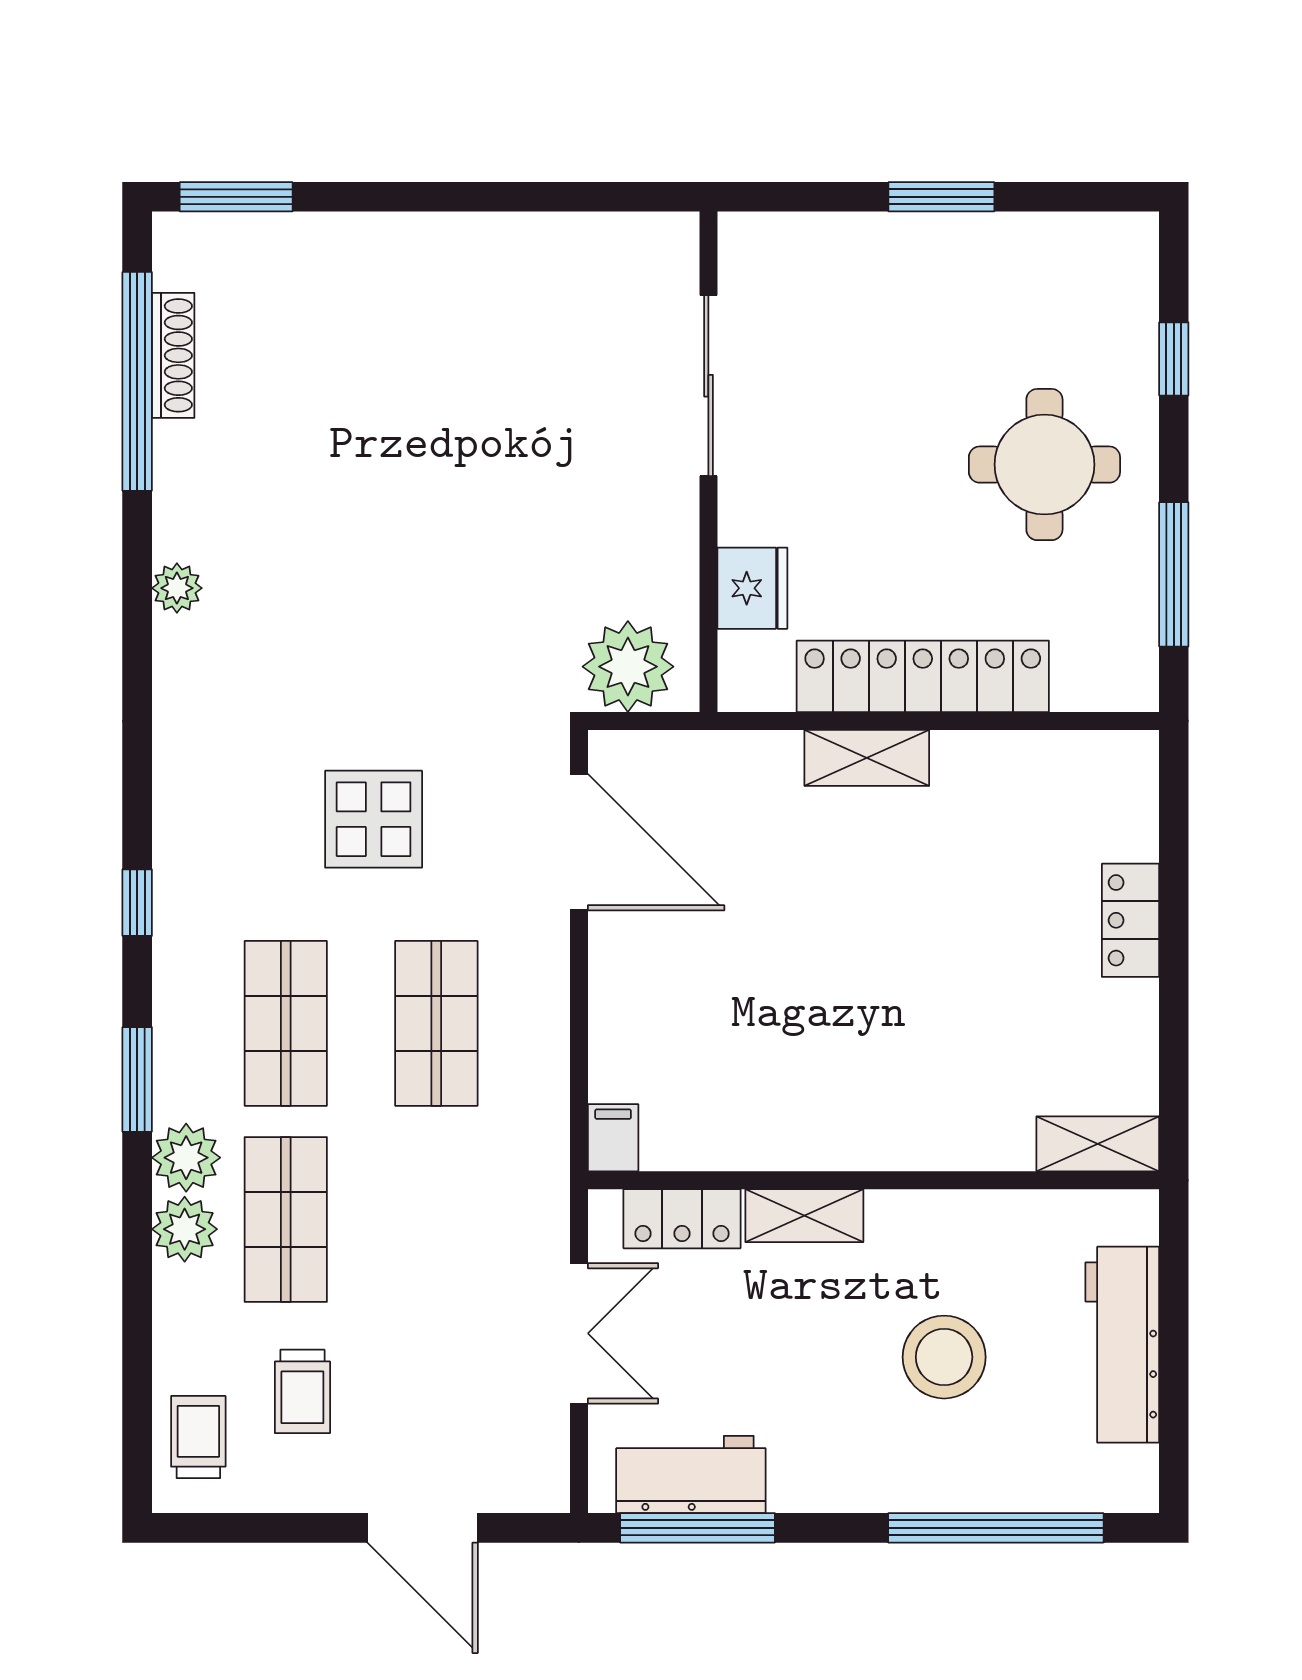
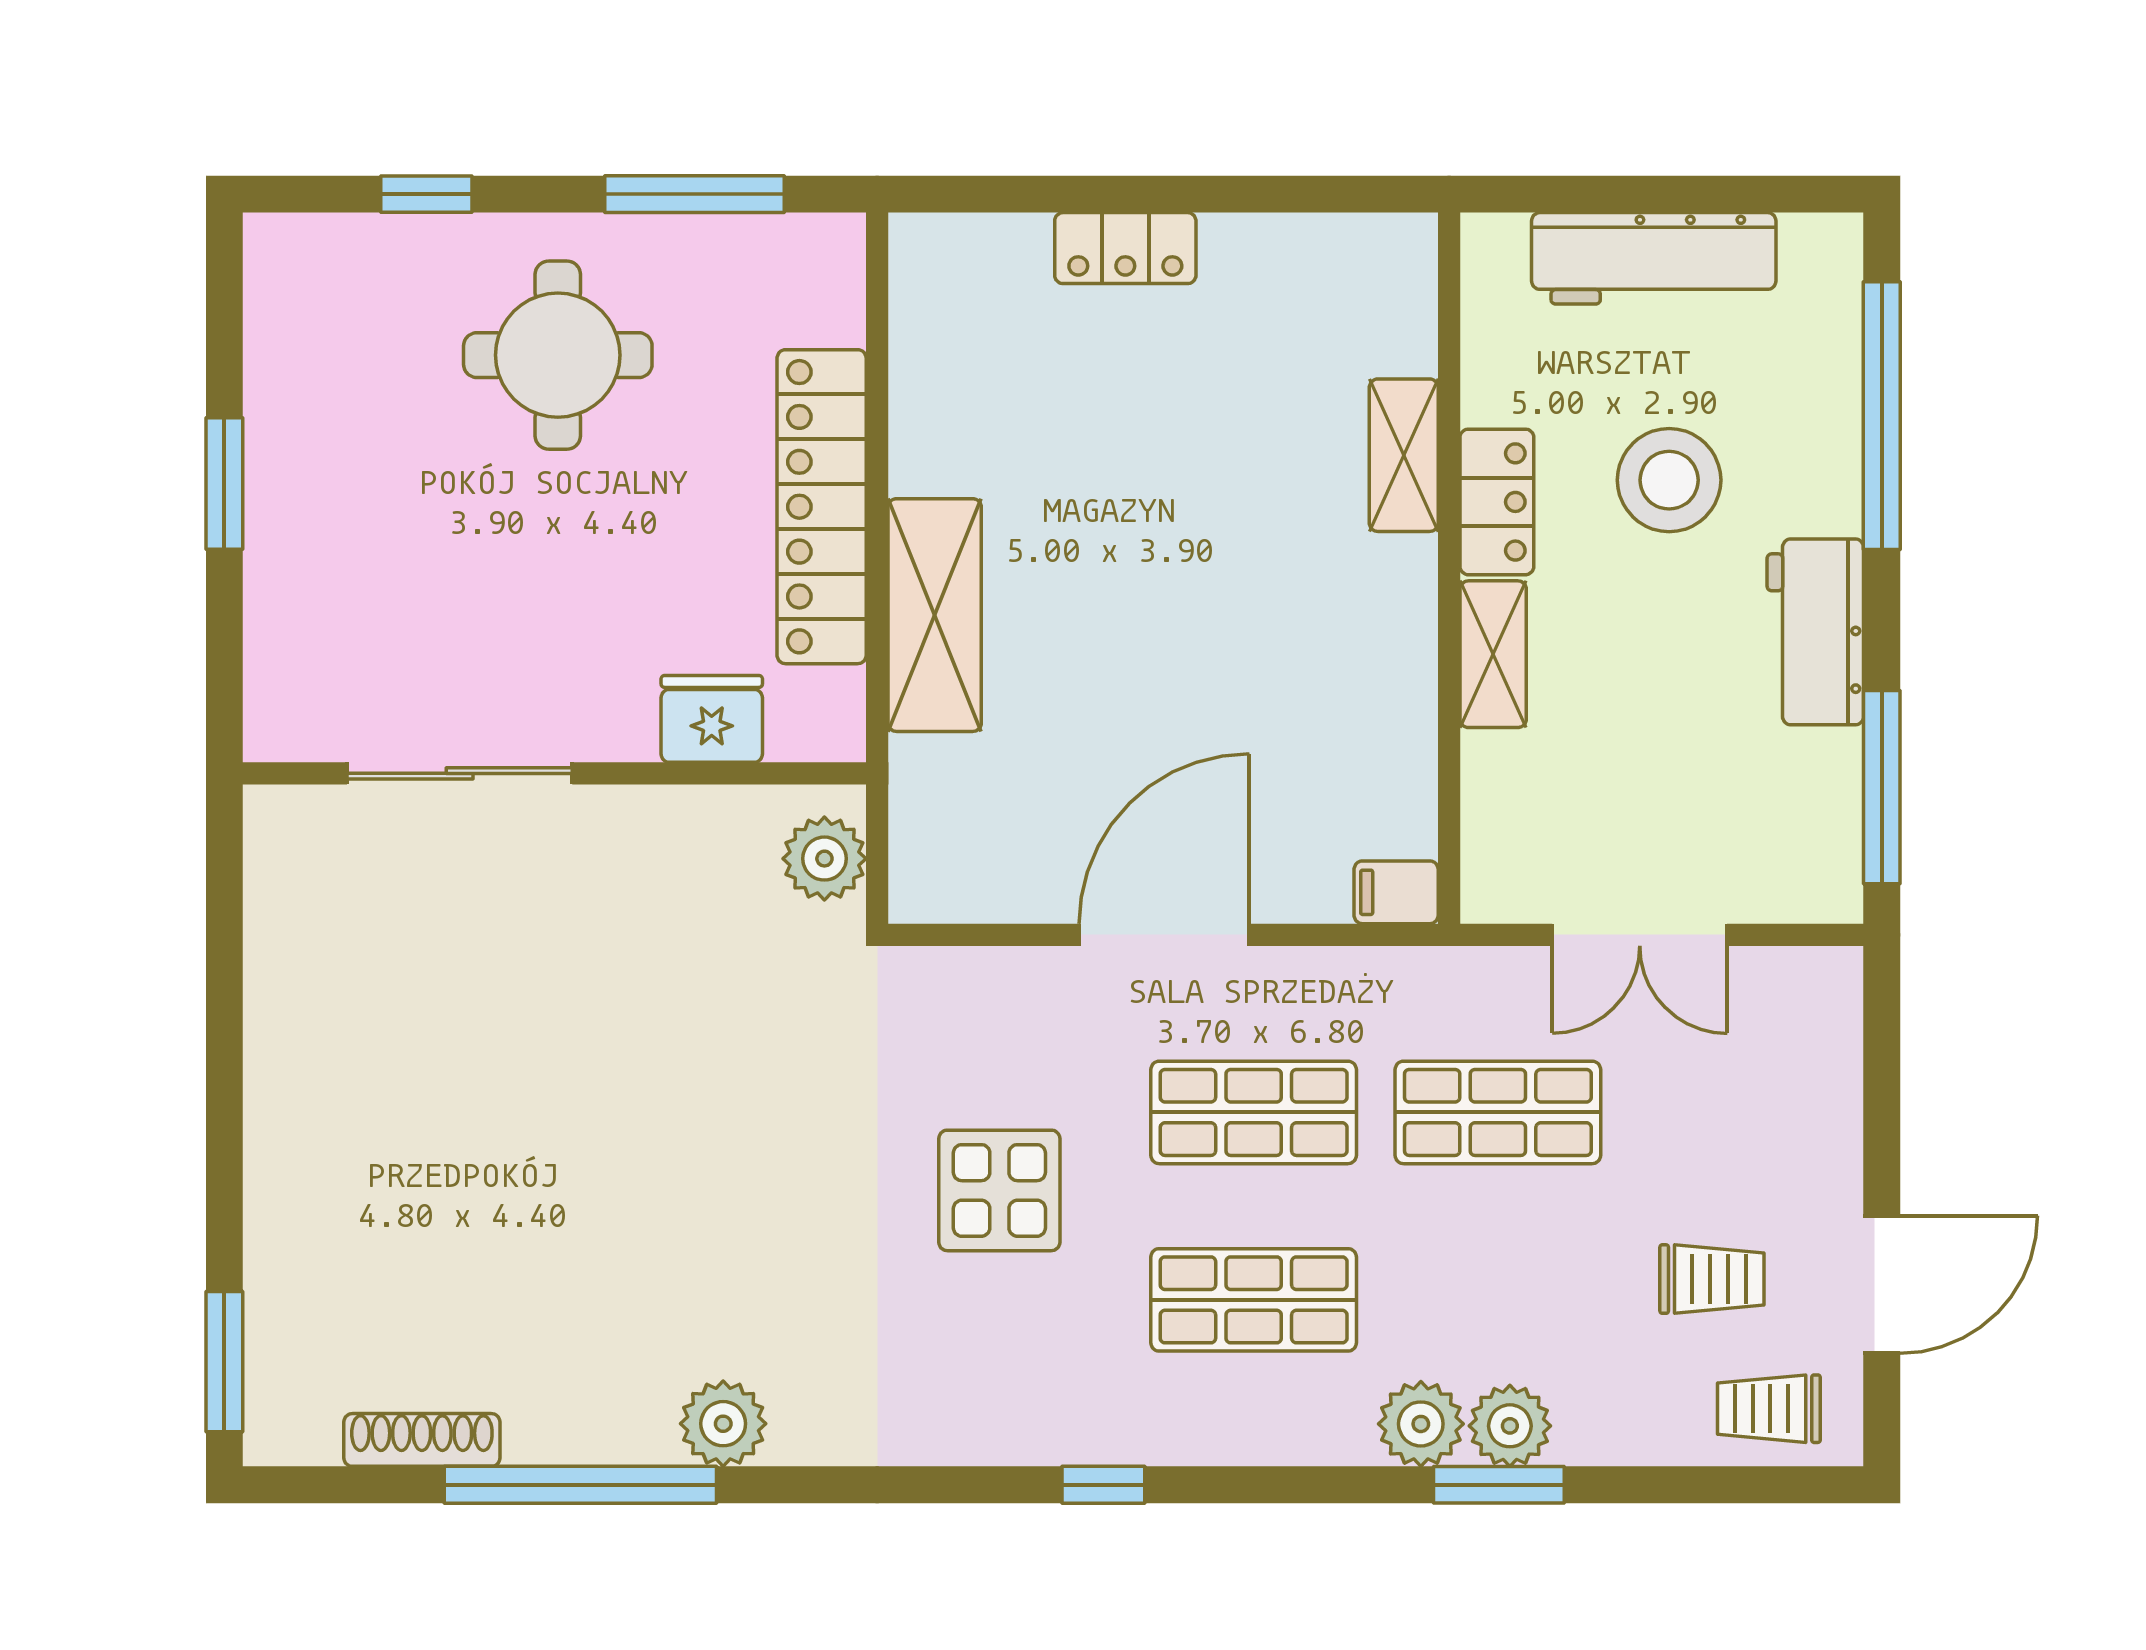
window: (137, 381) -> (580, 1485), moved
plant: (177, 588) -> (723, 1424), width x1.38, depth x1.38
plant: (628, 667) -> (824, 859), width x0.73, depth x0.73
shelving: (867, 758) -> (935, 615), width x1.50, depth x1.33
door: (579, 842) -> (1164, 935), moved
window: (137, 1079) -> (1499, 1485), moved
shelving: (1098, 1144) -> (1404, 455), moved
shop shelf: (286, 1219) -> (1498, 1112), moved
locker: (682, 1219) -> (1497, 502), moved
double door: (579, 1333) -> (1640, 935), swing flipped
workbench: (691, 1474) -> (1815, 632), moved
door: (423, 1528) -> (1882, 1284), moved

